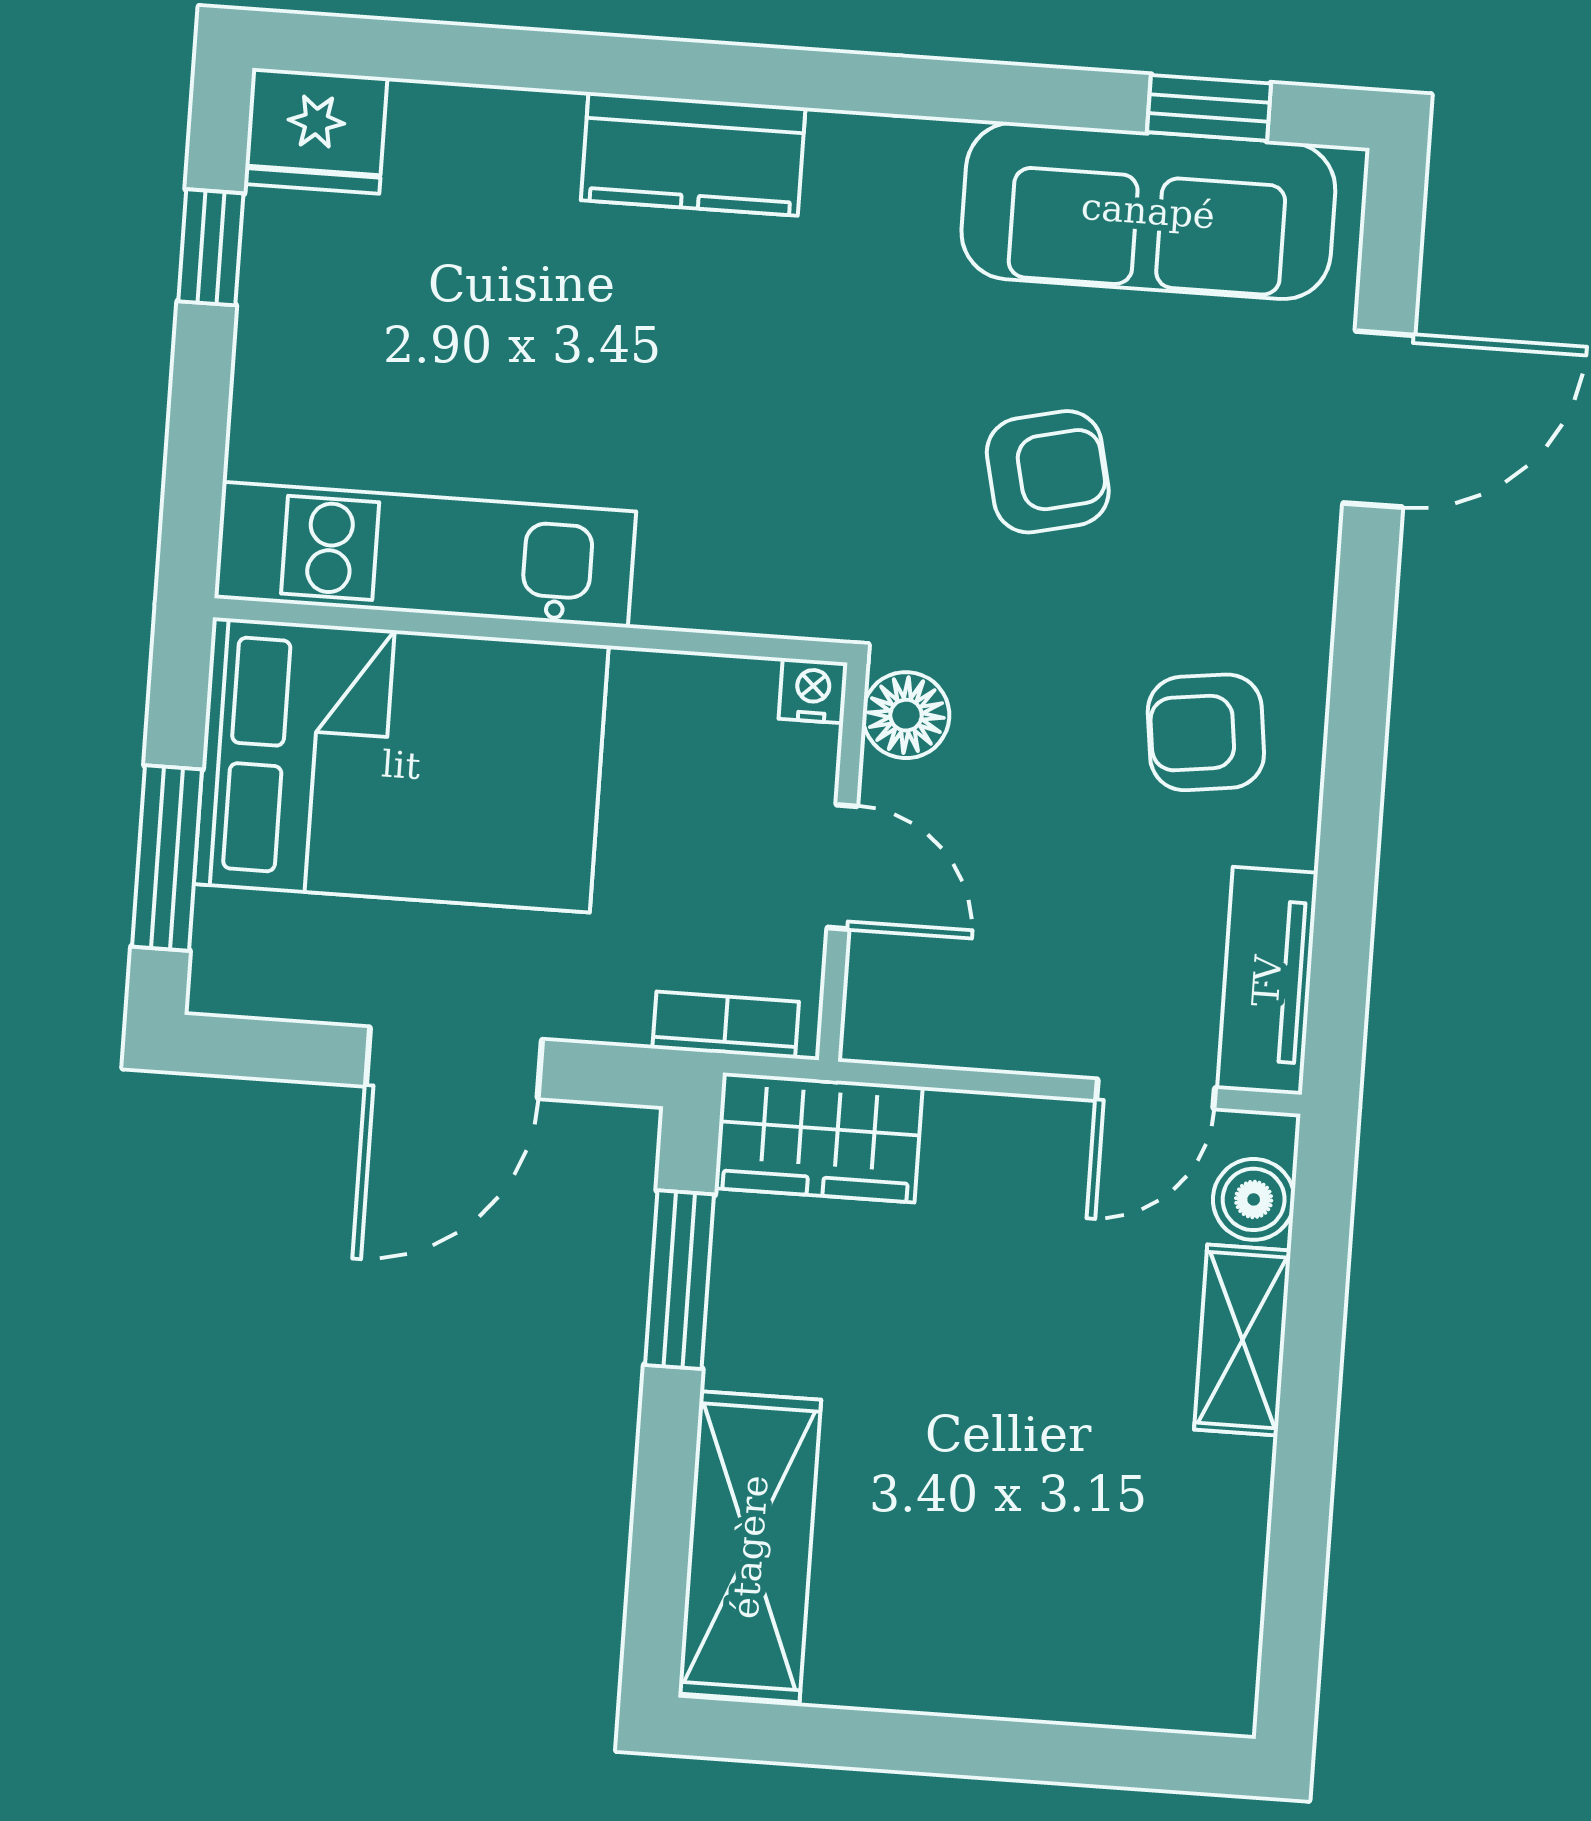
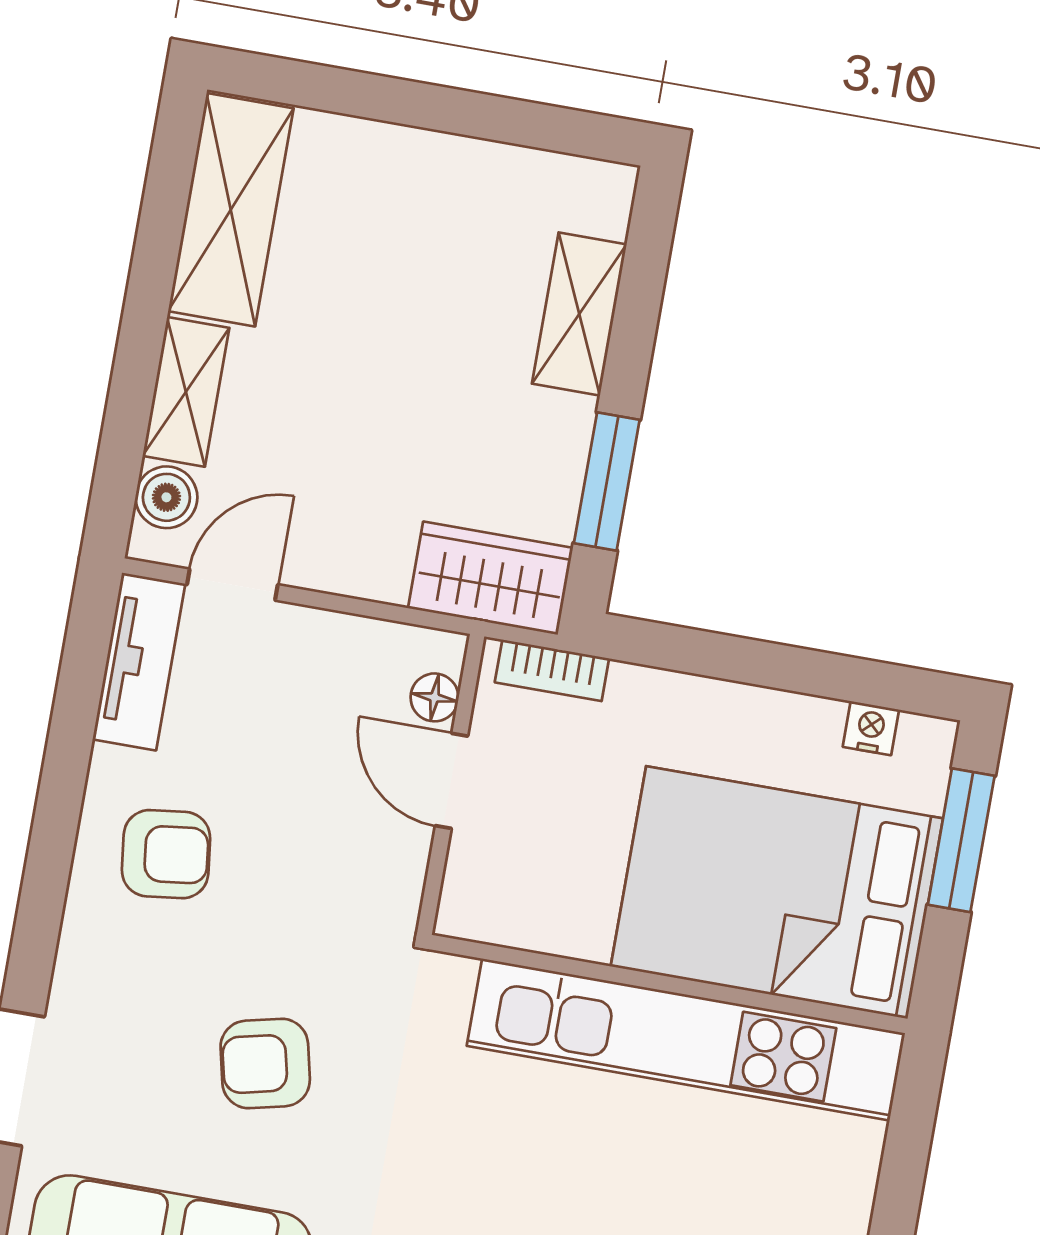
kitchen unit: (425, 555) -> (686, 1039), width x1.36
nightstand: (813, 691) -> (871, 728), moved, turned 180
floor lamp: (906, 715) -> (435, 697), moved, width x0.73, depth x0.73
door: (454, 1063) -> (760, 663), removed
shelving: (750, 1547) -> (579, 314), width x0.67, depth x0.75
shelving: (1208, 1584) -> (231, 210), added

